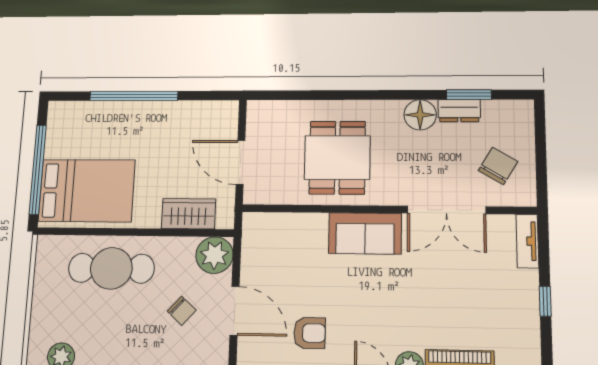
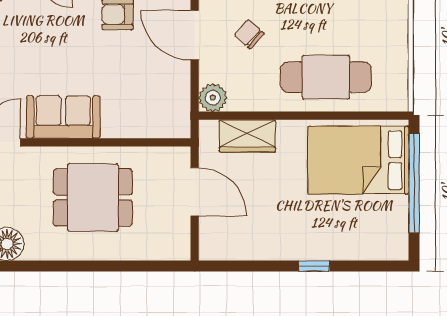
window: (134, 96) -> (314, 266), width x0.32
dining table: (337, 158) -> (93, 197), turned 90
plant: (214, 255) -> (213, 98), width x0.73, depth x0.73

